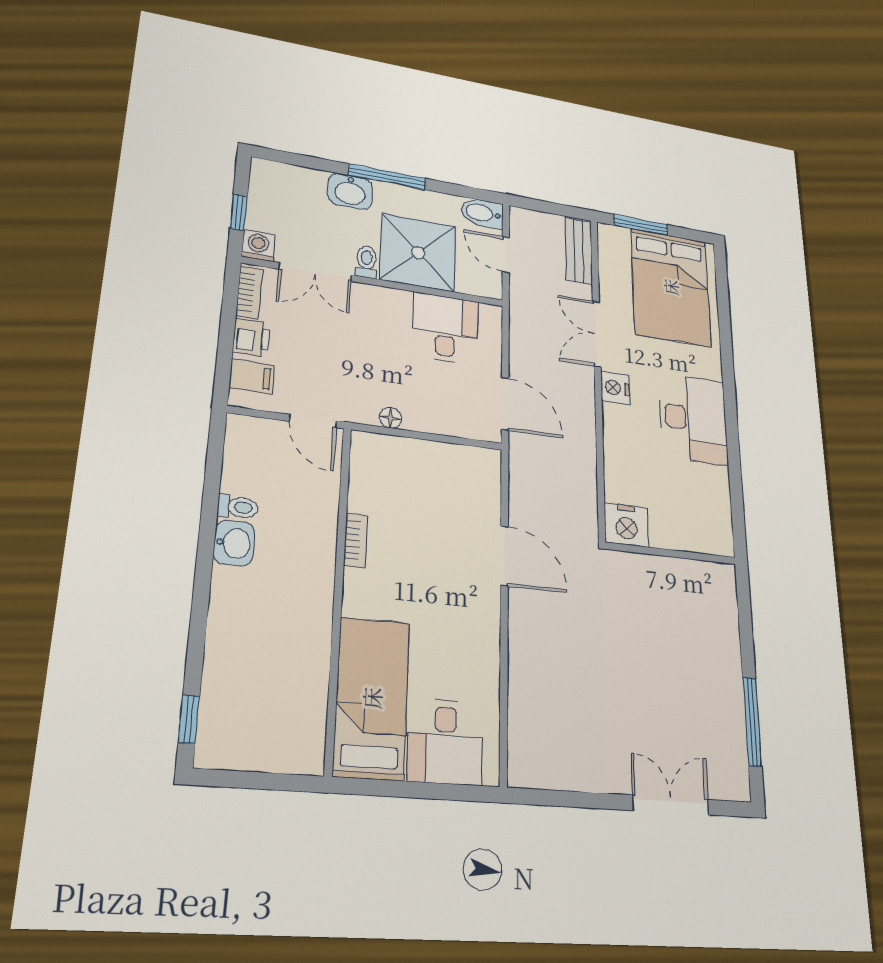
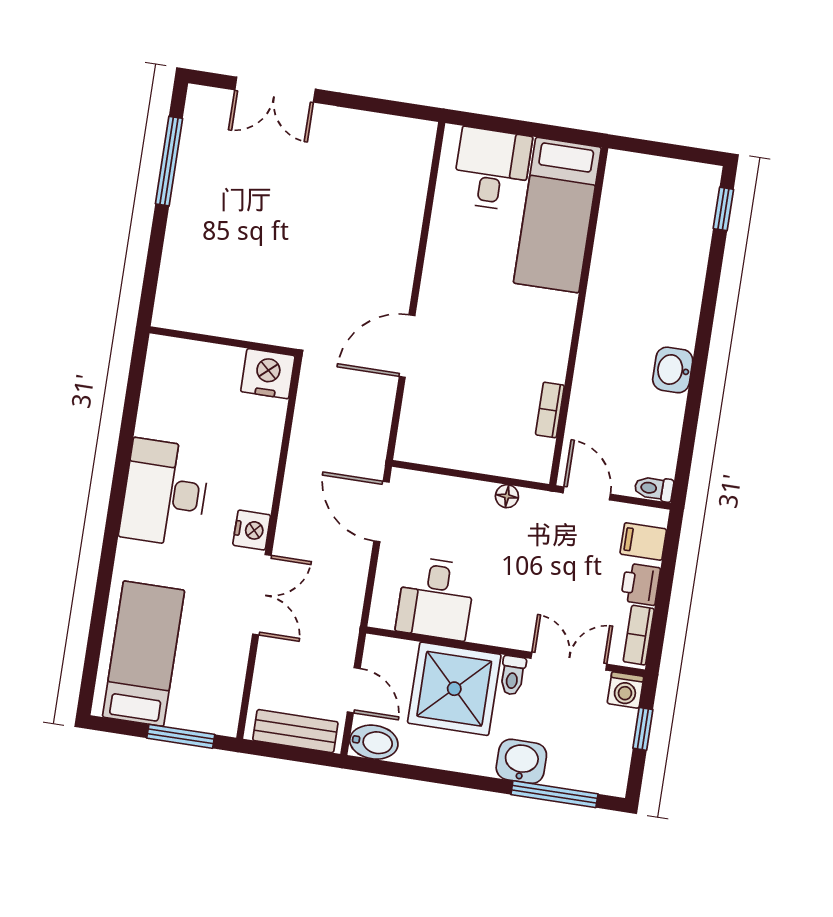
window: (387, 177) -> (554, 794), moved
bench: (579, 251) -> (295, 731), moved, turned 90
bed: (671, 287) -> (143, 654), width x0.67
toilet: (238, 507) -> (654, 489), moved
bookcase: (356, 540) -> (550, 410), moved
door: (504, 556) -> (407, 346), hinge flipped

